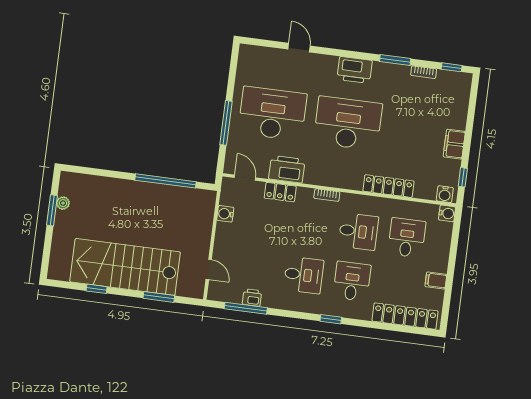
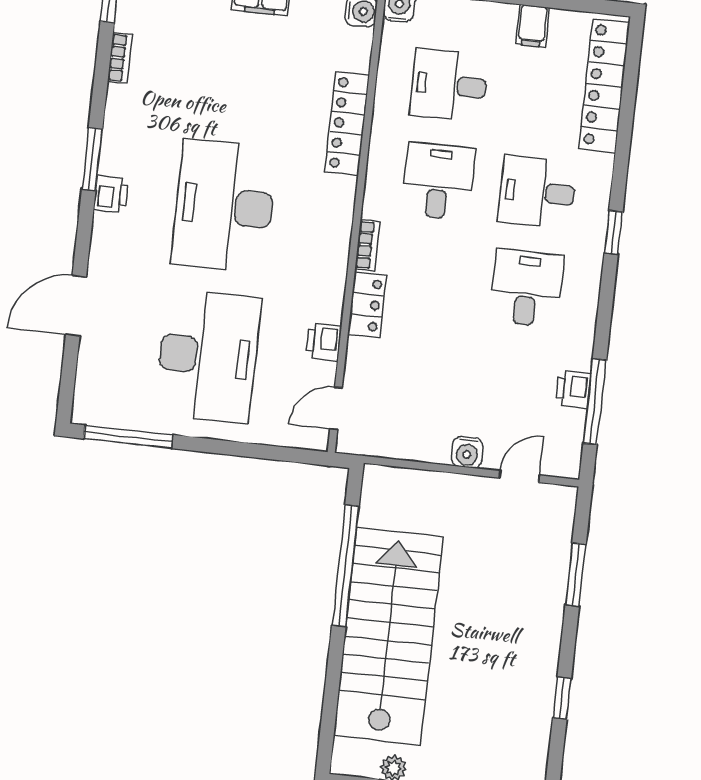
door: (299, 48) -> (76, 306), width x1.38
window: (395, 60) -> (92, 159), moved
printer: (355, 70) -> (111, 194), width x0.53, depth x0.68
desk: (272, 114) -> (208, 356), turned 180
window: (226, 123) -> (128, 437), moved
printer: (287, 169) -> (324, 342), width x0.53, depth x0.68
locker: (280, 192) -> (367, 305), moved
water cooler: (225, 214) -> (467, 452), moved
stairs: (125, 267) -> (388, 636), moved, turned 180

